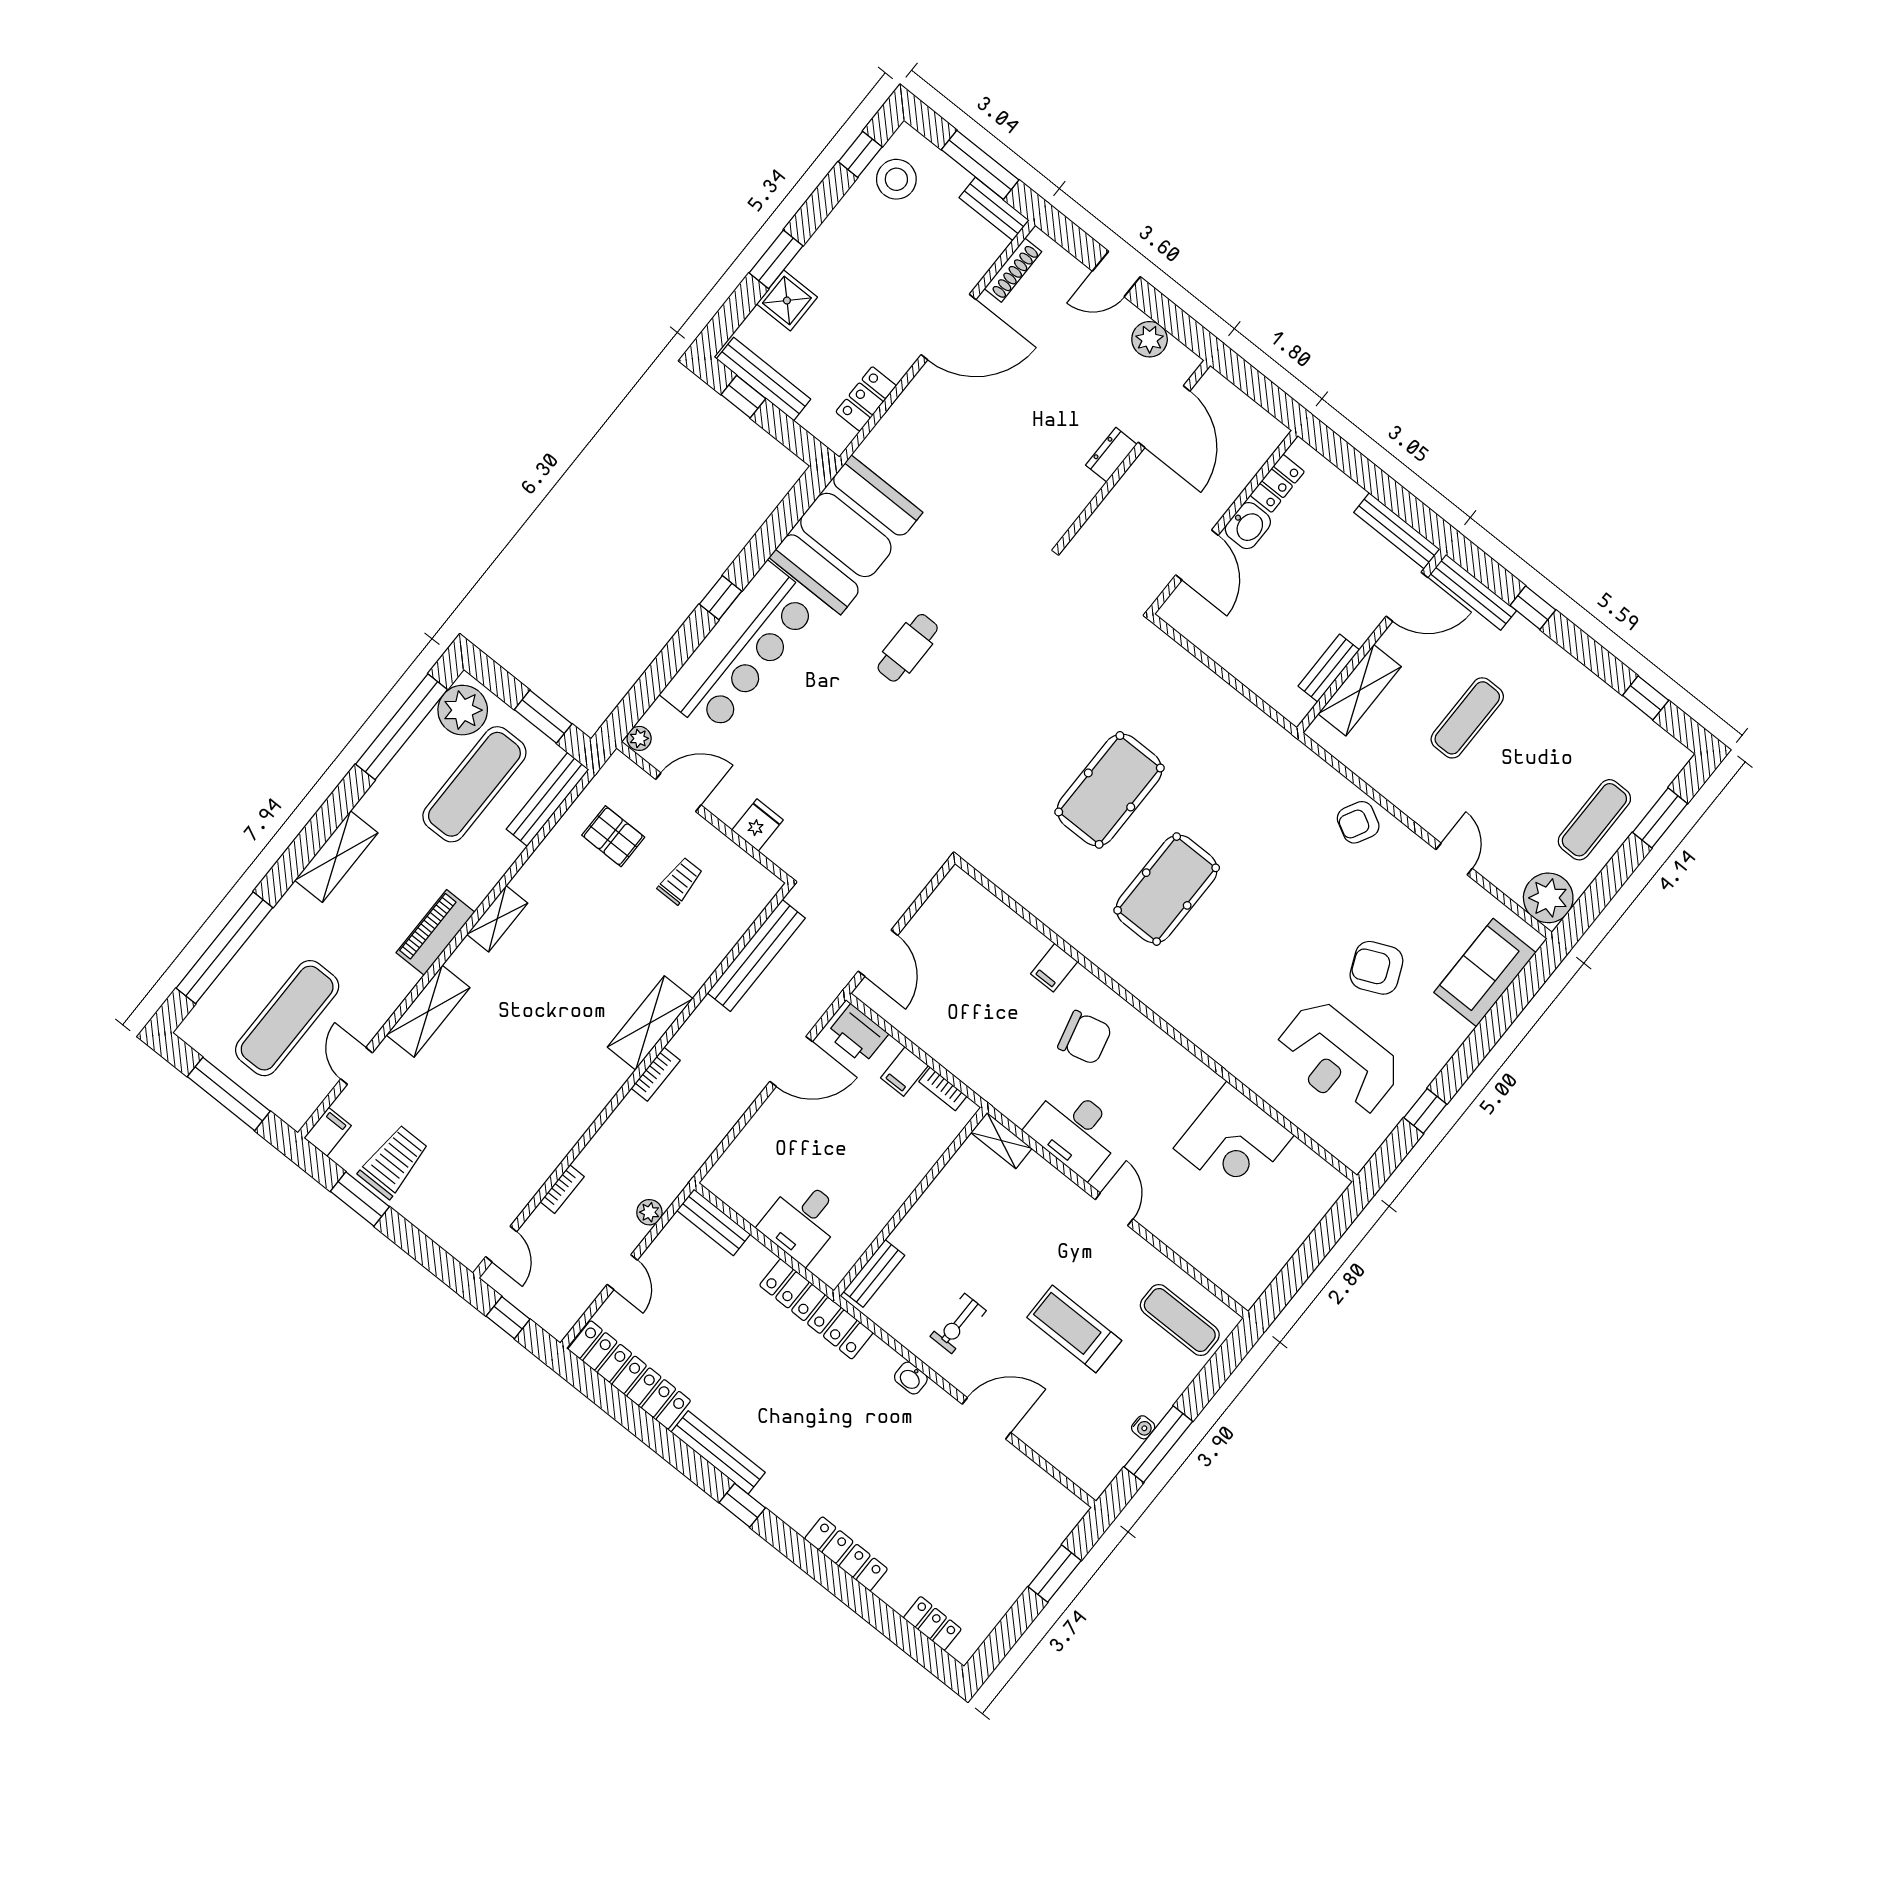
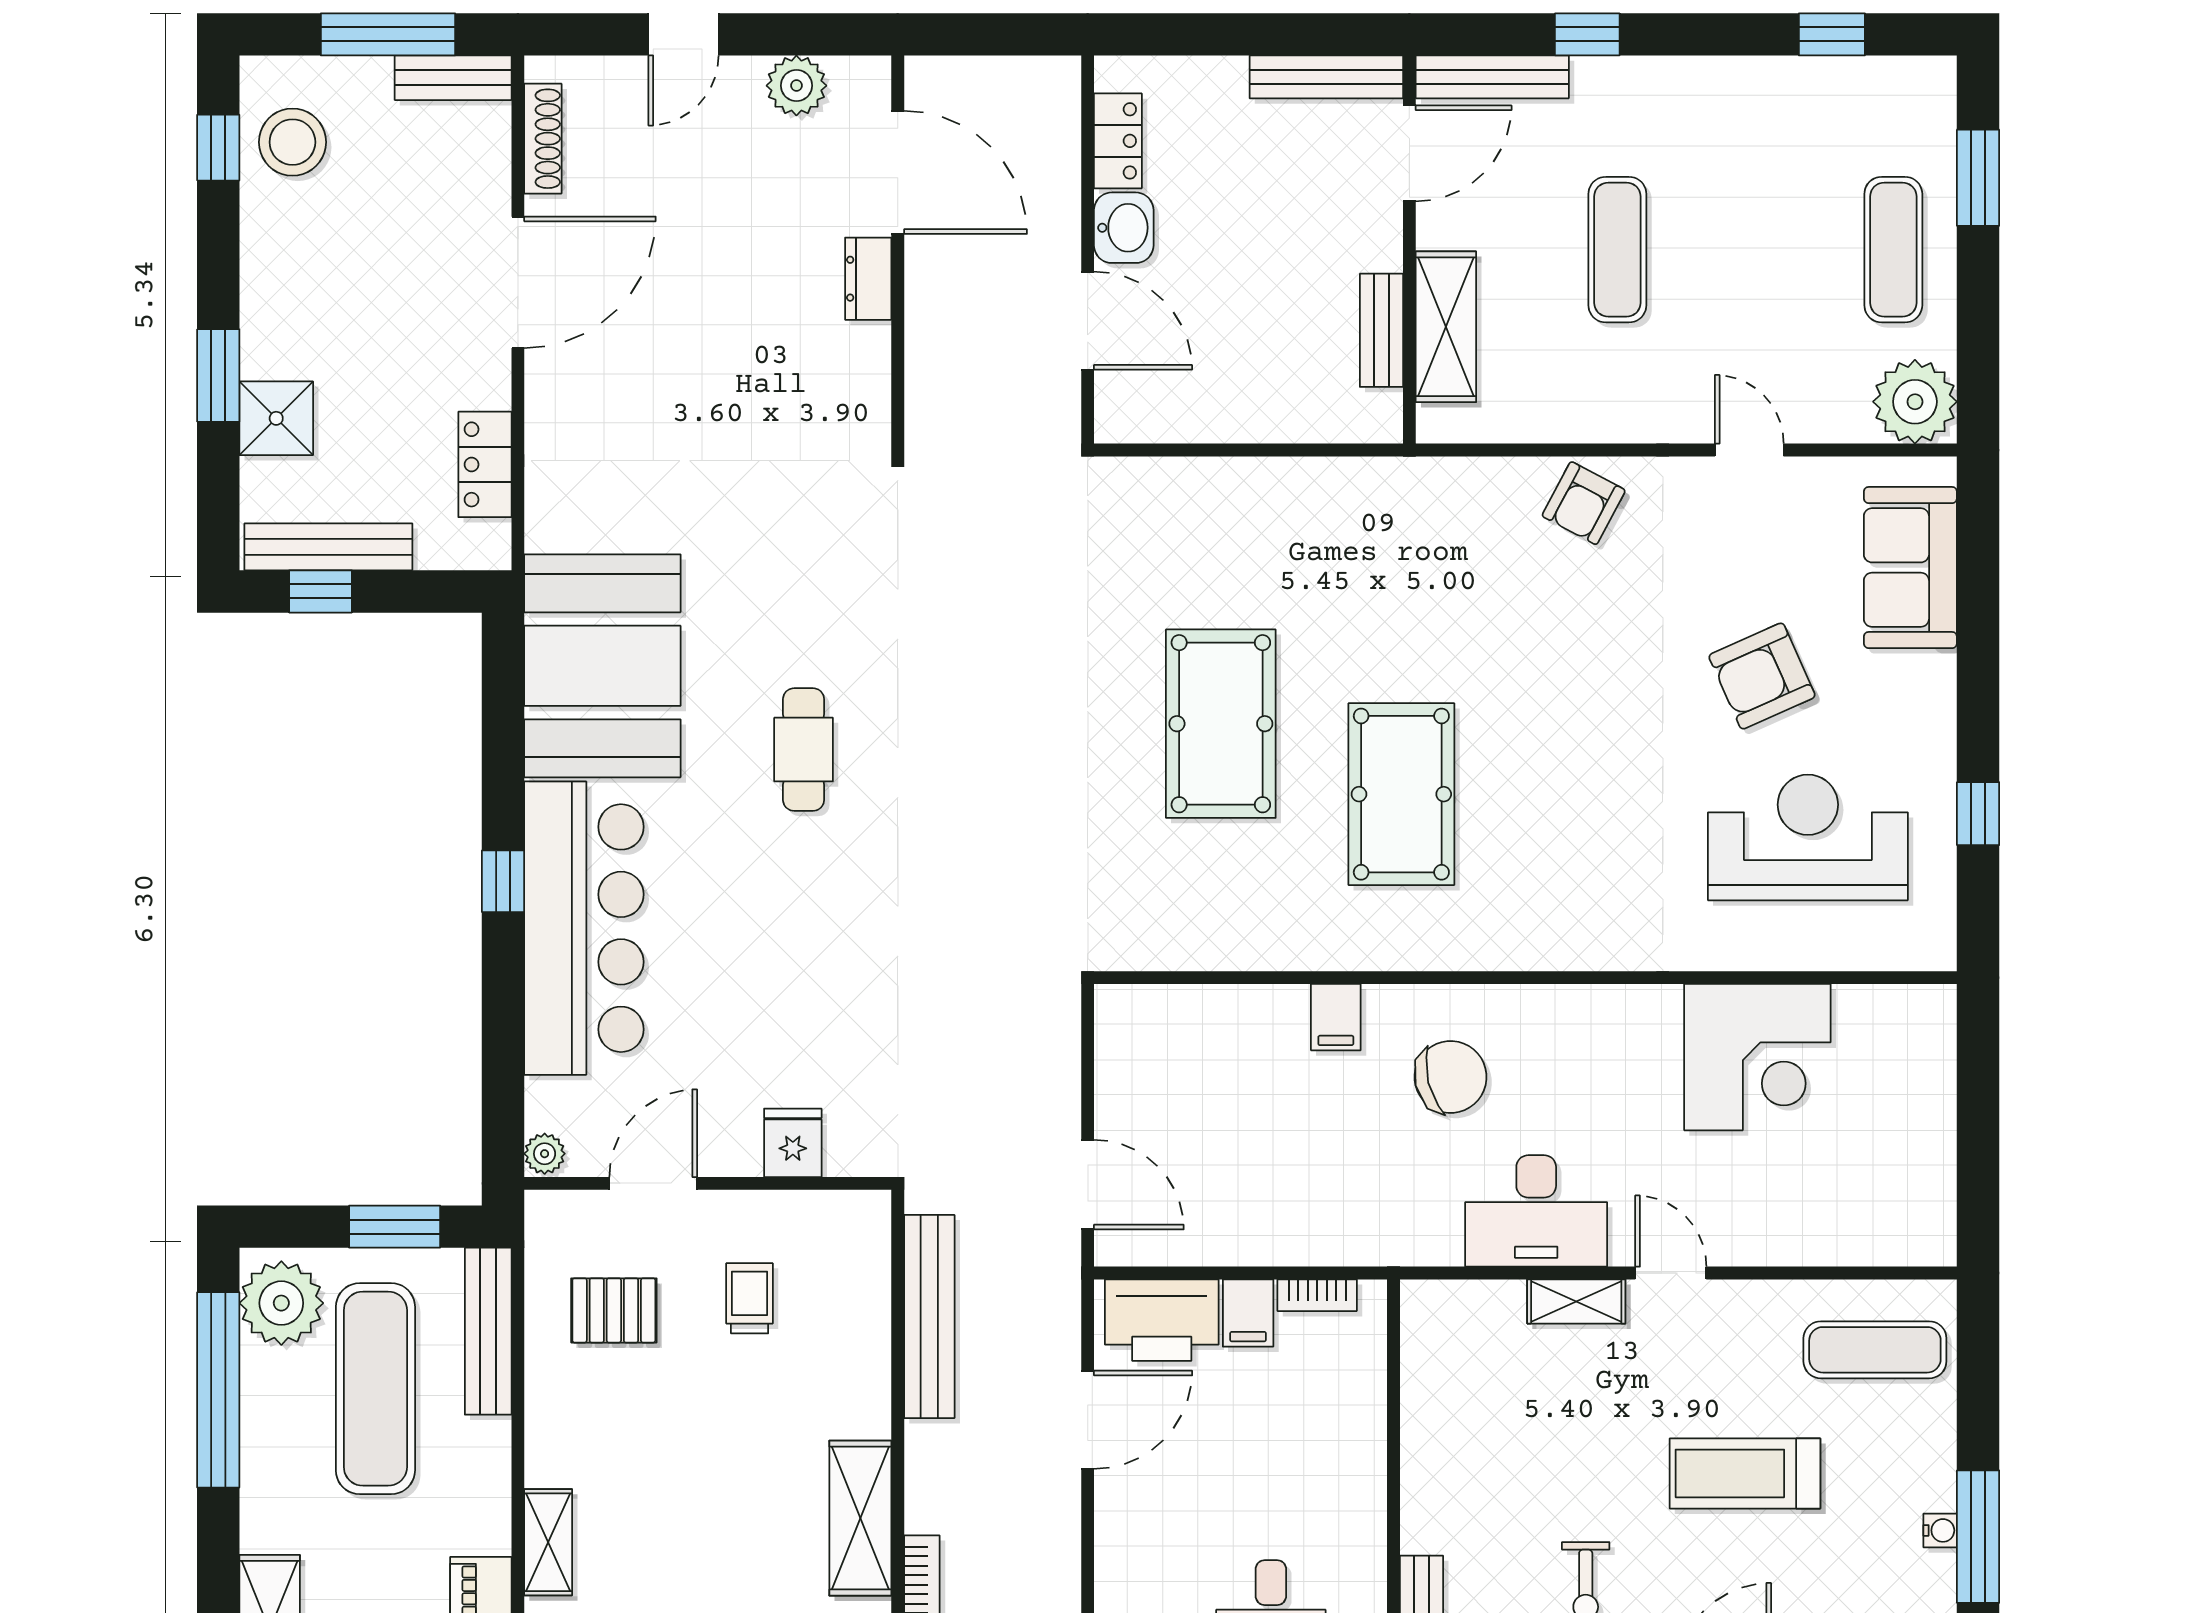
printer: (857, 1034) -> (1162, 1320), width x1.37, depth x1.19
reception desk: (1338, 1059) -> (1808, 837), turned 180
shelving: (1001, 1140) -> (1576, 1301), moved

